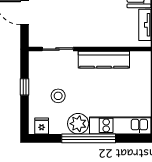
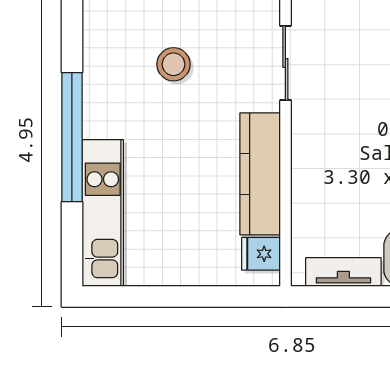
plant: (78, 124) -> (107, 112), removed
fridge: (42, 126) -> (261, 254), moved, turned 180

